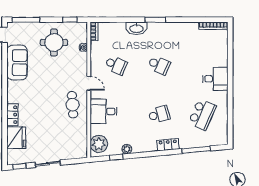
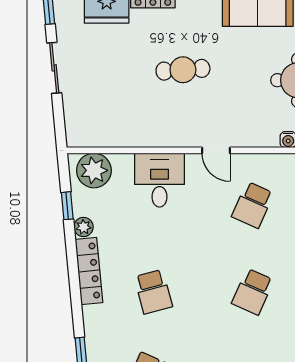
door: (89, 83) -> (216, 150), hinge flipped
cafe table: (73, 105) -> (183, 70), moved
locker: (168, 145) -> (89, 271), moved, width x1.53

